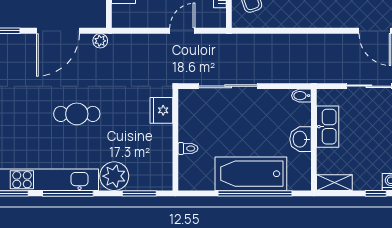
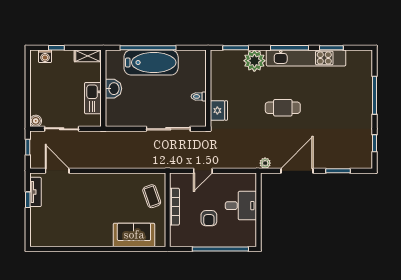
bidet: (301, 96) -> (113, 122), removed
toilet: (188, 148) -> (199, 96), moved

